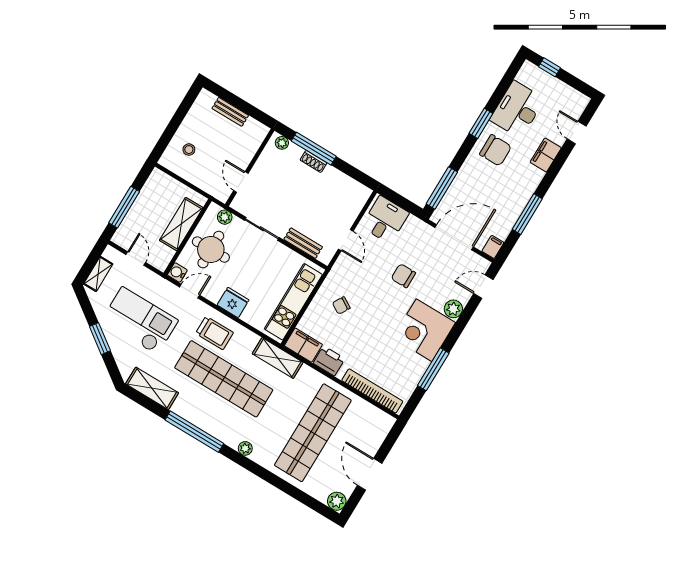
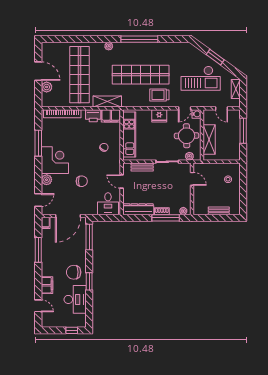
dresser: (346, 185) -> (138, 209), added
shelving: (278, 358) -> (107, 101), moved
shelving: (152, 388) -> (174, 48), removed
plant: (337, 501) -> (47, 87), moved

